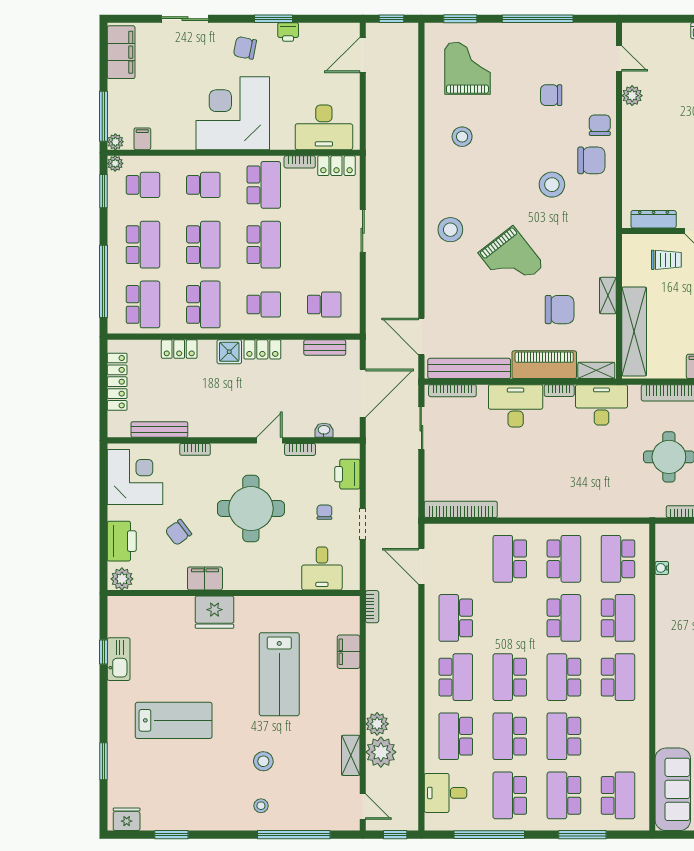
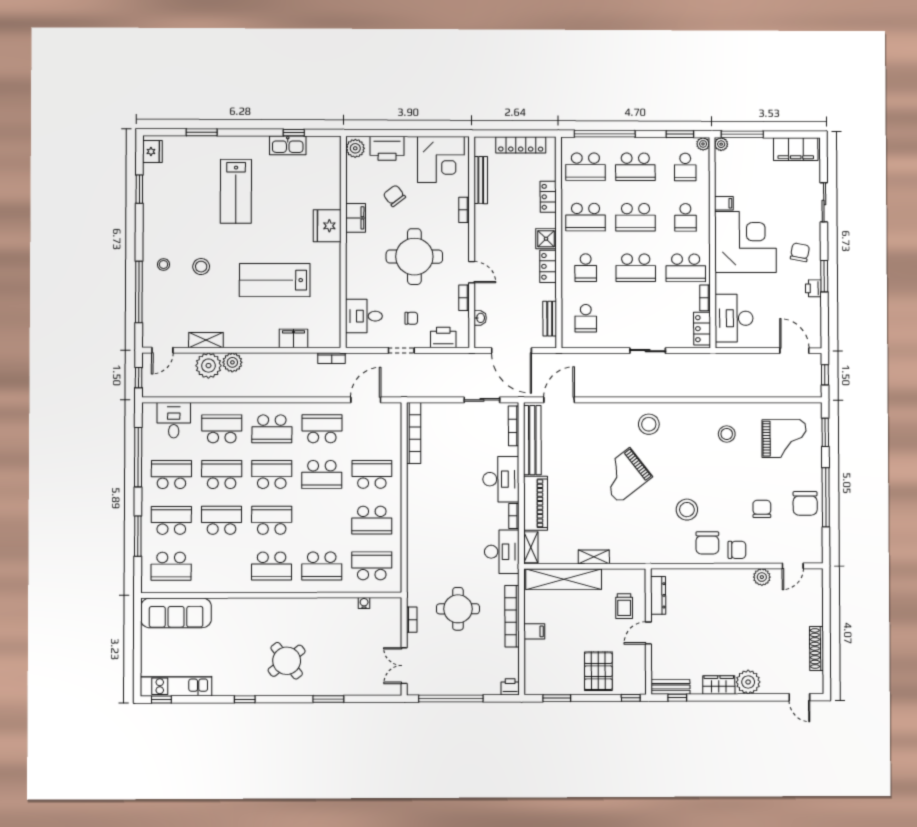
filing cabinet: (142, 139) -> (724, 203), moved
chair: (560, 310) -> (805, 503), moved
school desk: (564, 618) -> (322, 474), moved

